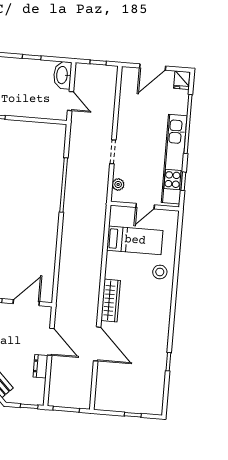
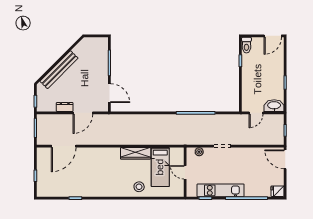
door: (153, 67) -> (285, 159), moved
kitchen unit: (174, 159) -> (221, 190), width x0.73
wardrobe: (111, 301) -> (136, 153), moved
door: (97, 344) -> (64, 146), moved

